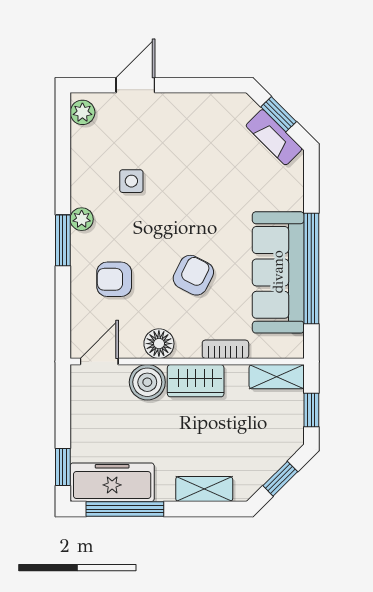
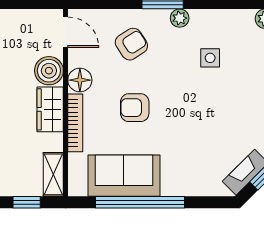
sofa: (278, 272) -> (124, 176), width x0.73
armchair: (193, 275) -> (135, 108), turned 153
armchair: (114, 279) -> (131, 44), turned 57
bookcase: (225, 349) -> (75, 123), width x1.56

